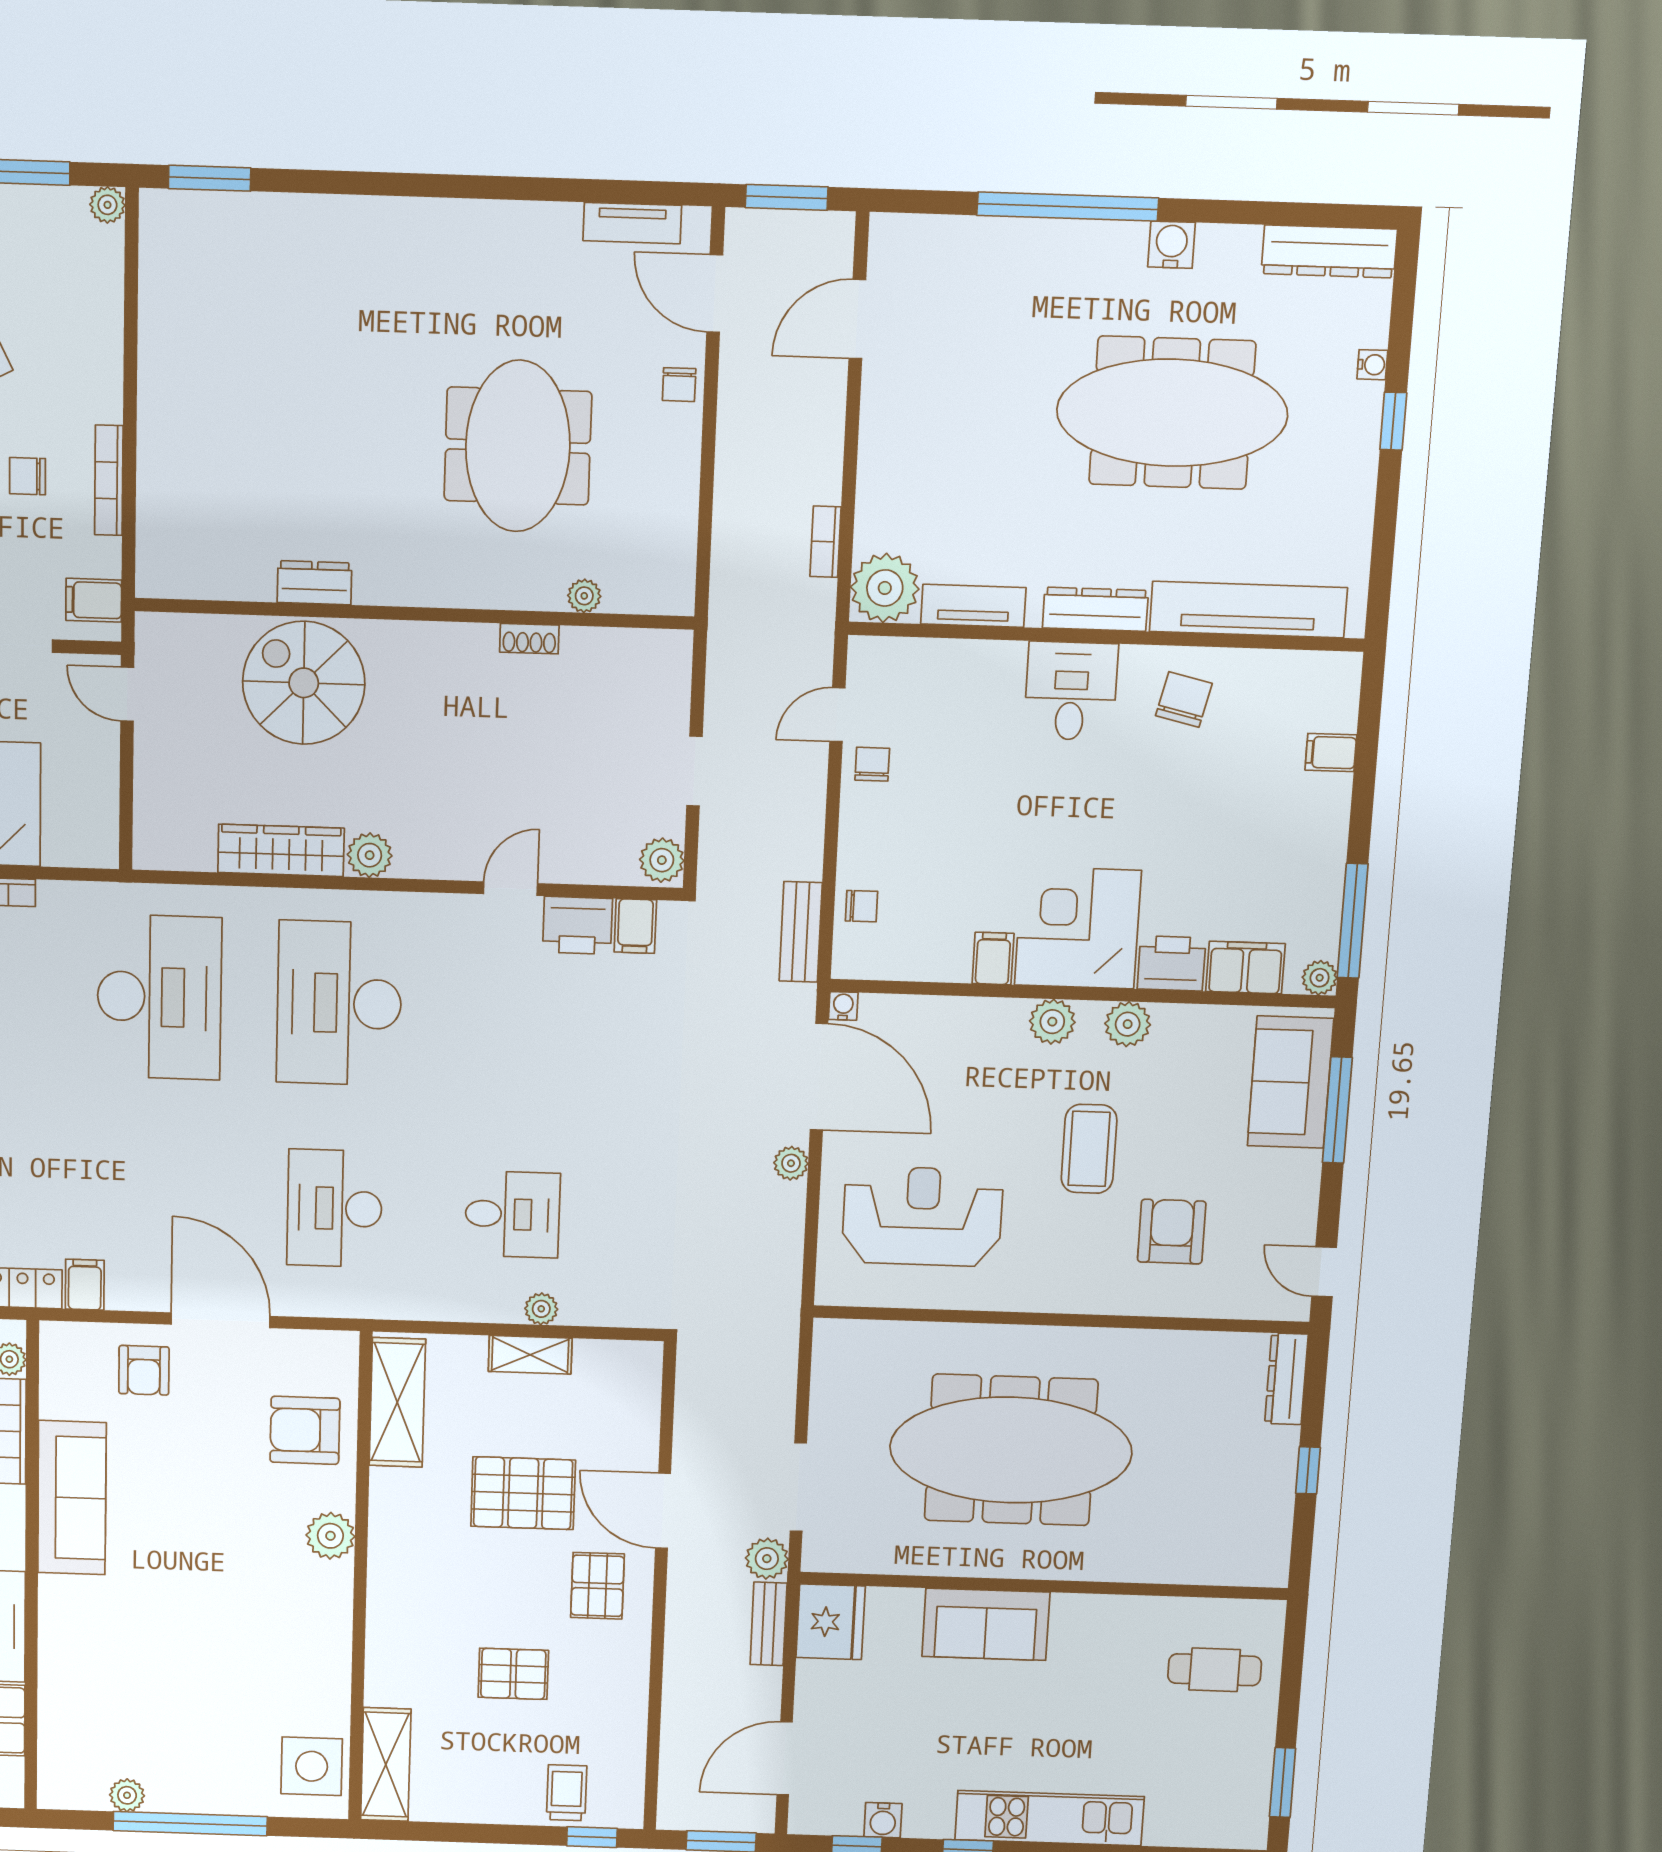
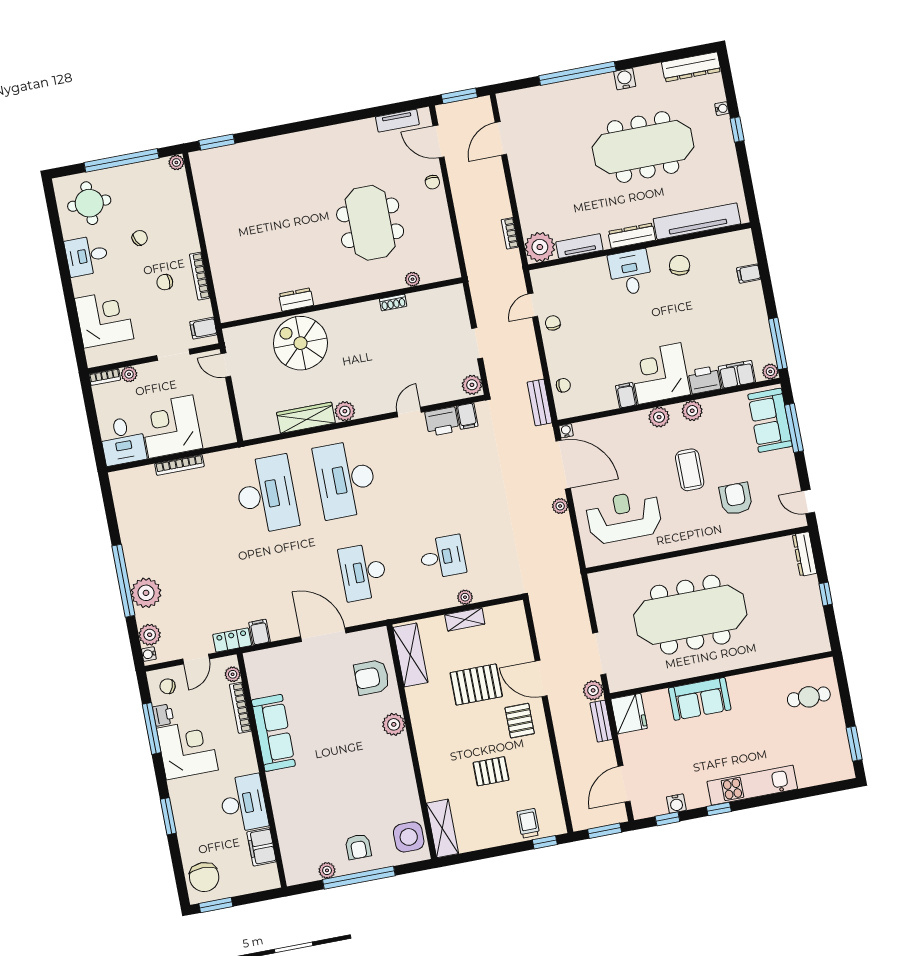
armchair: (144, 1370) -> (358, 847), moved

